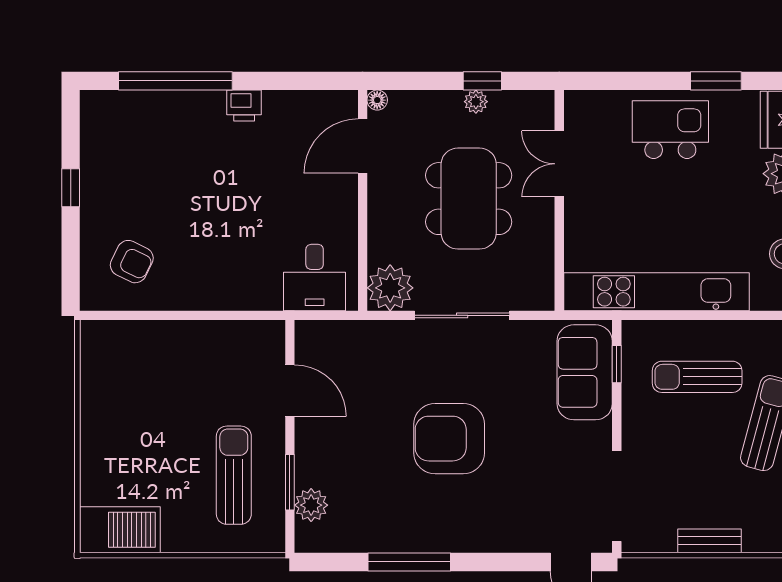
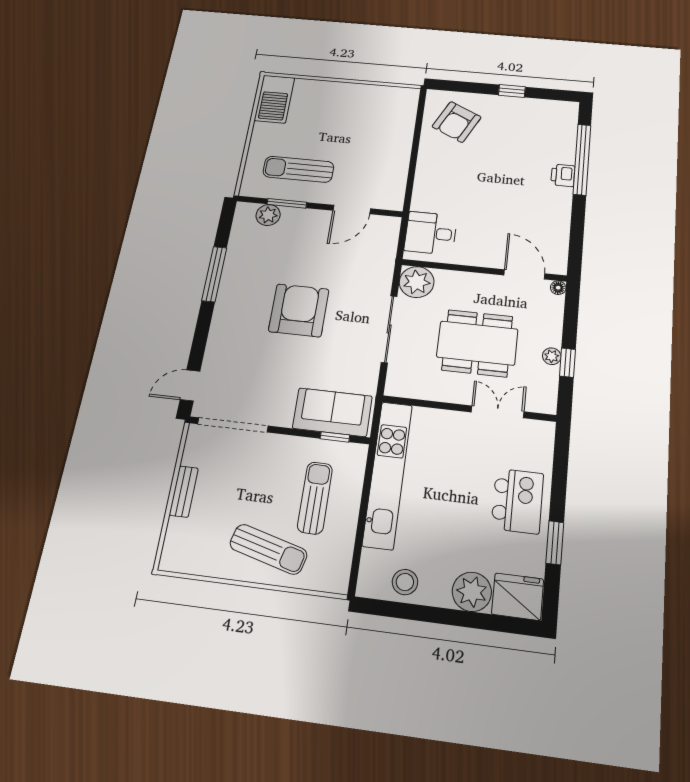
printer: (244, 105) -> (563, 175), moved
armchair: (132, 262) -> (457, 122), width x1.38, depth x1.38
sun lounger: (234, 475) -> (298, 169), turned 180

